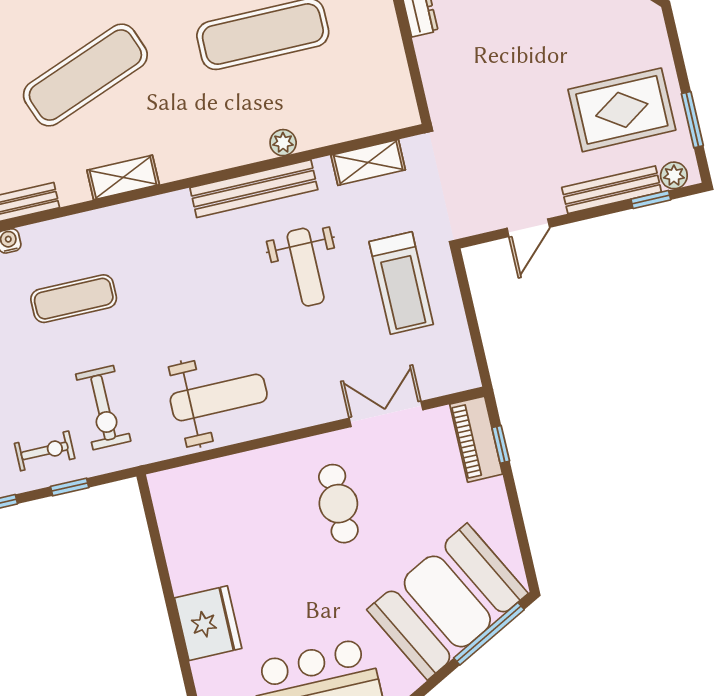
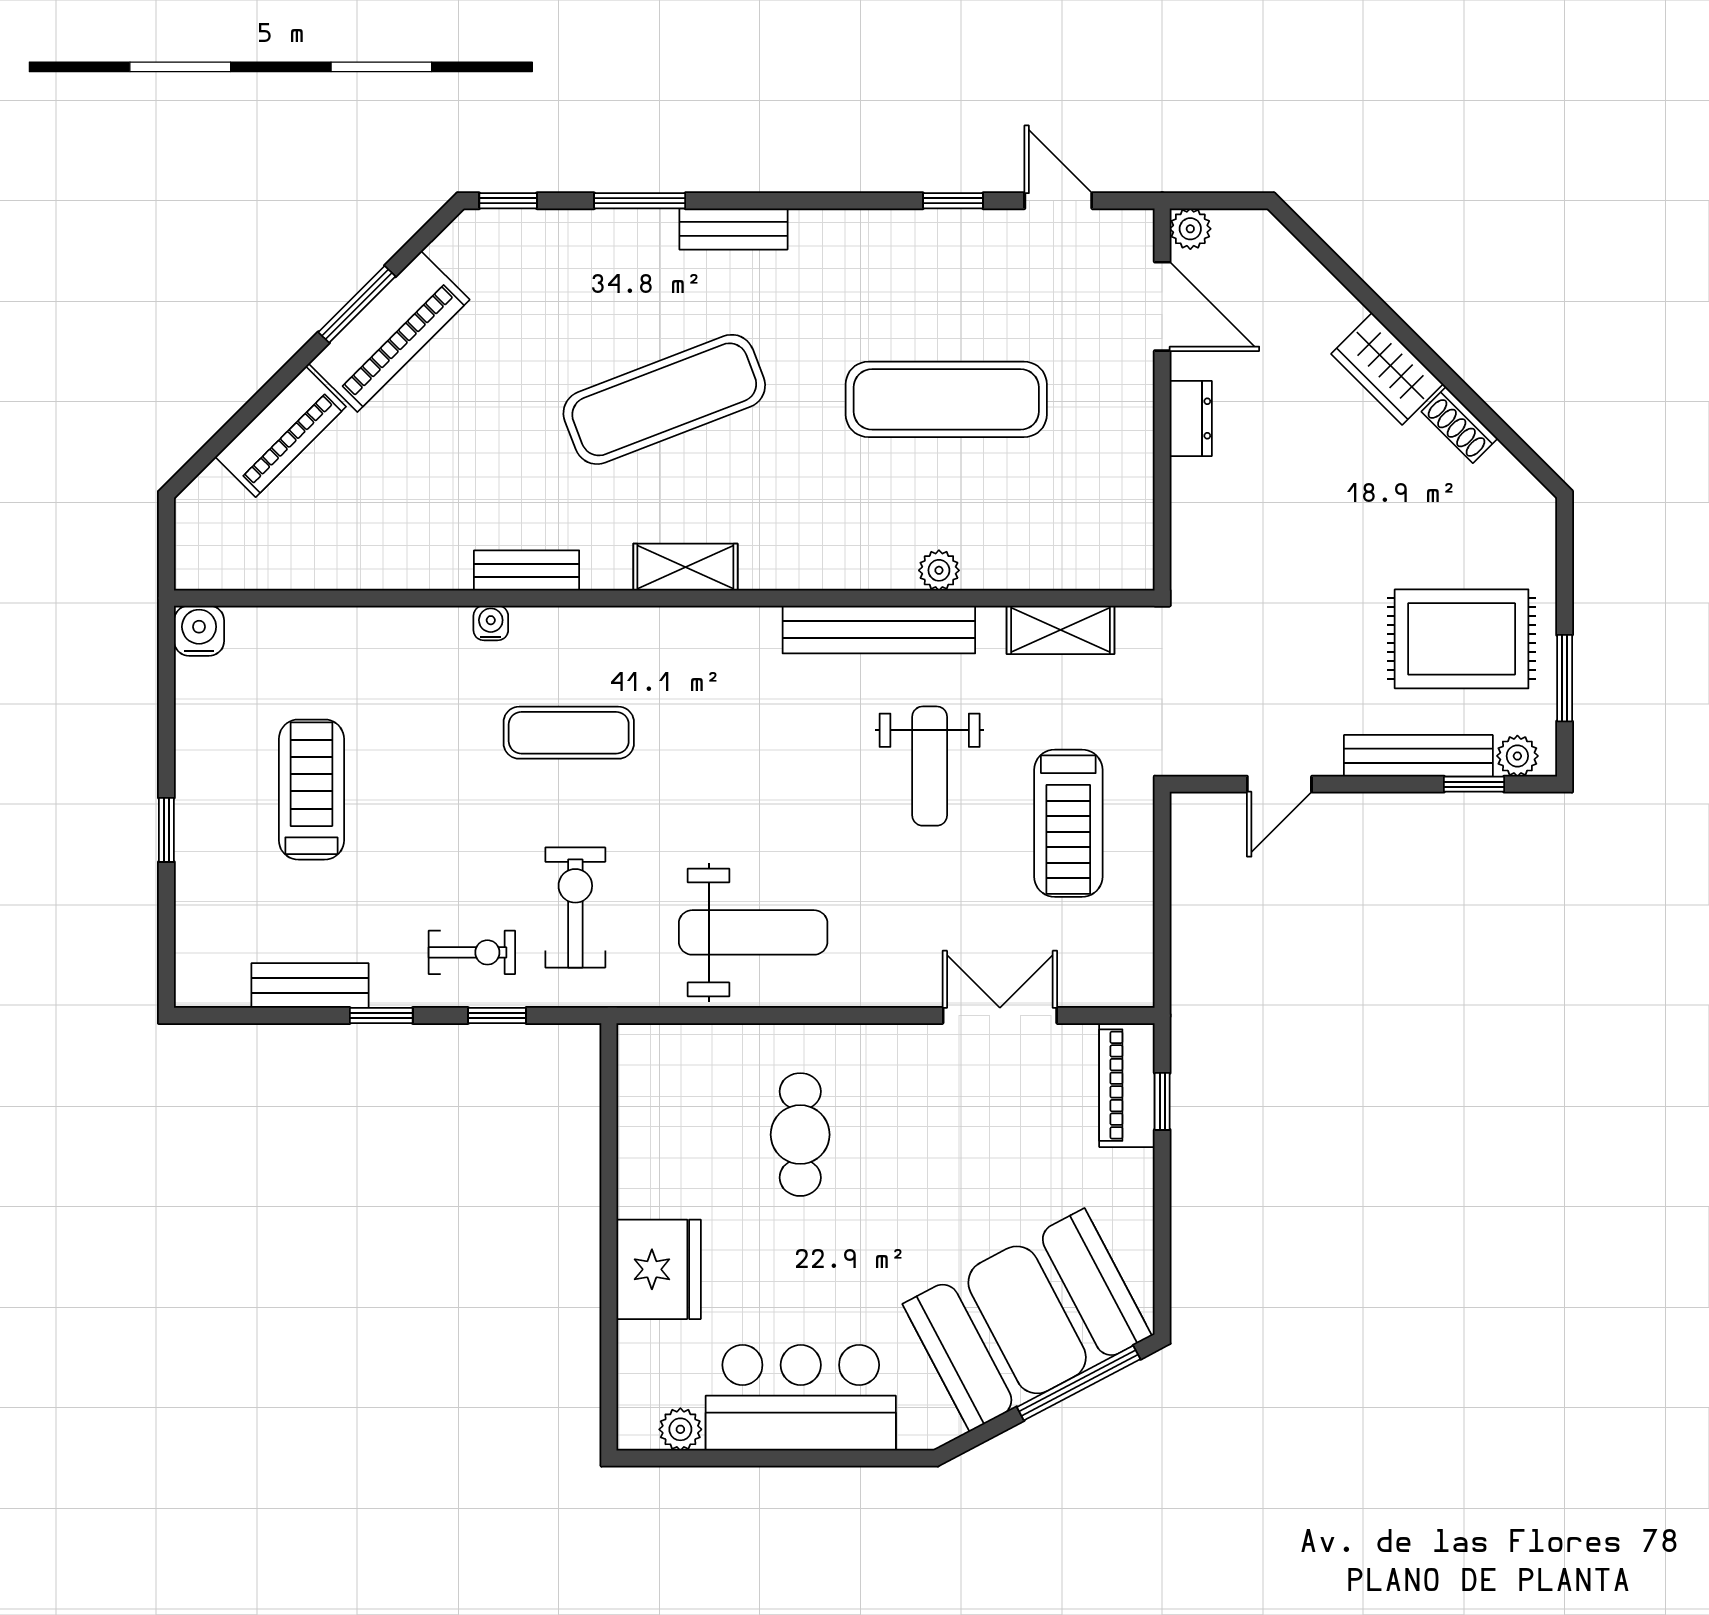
exercise bike: (103, 408) -> (575, 907), turned 180
cafe table: (338, 504) -> (800, 1135), moved

